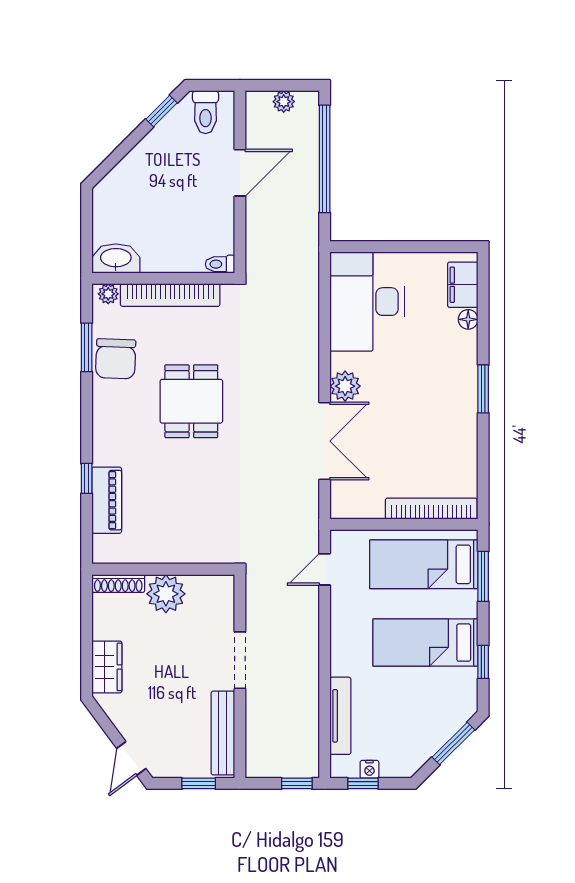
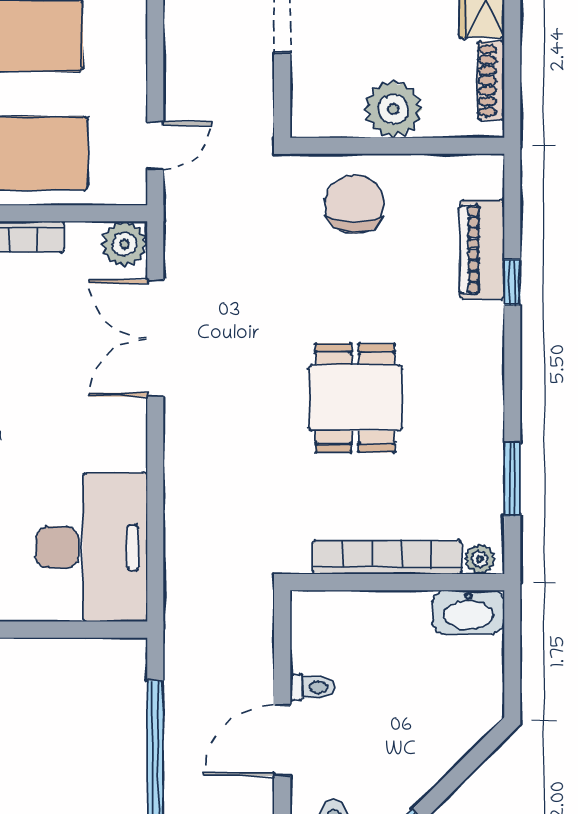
toilet: (220, 264) -> (312, 687), moved
chair: (116, 359) -> (354, 204), moved
plant: (345, 386) -> (124, 244), moved
shoe rack: (118, 584) -> (491, 81), moved, turned -90

